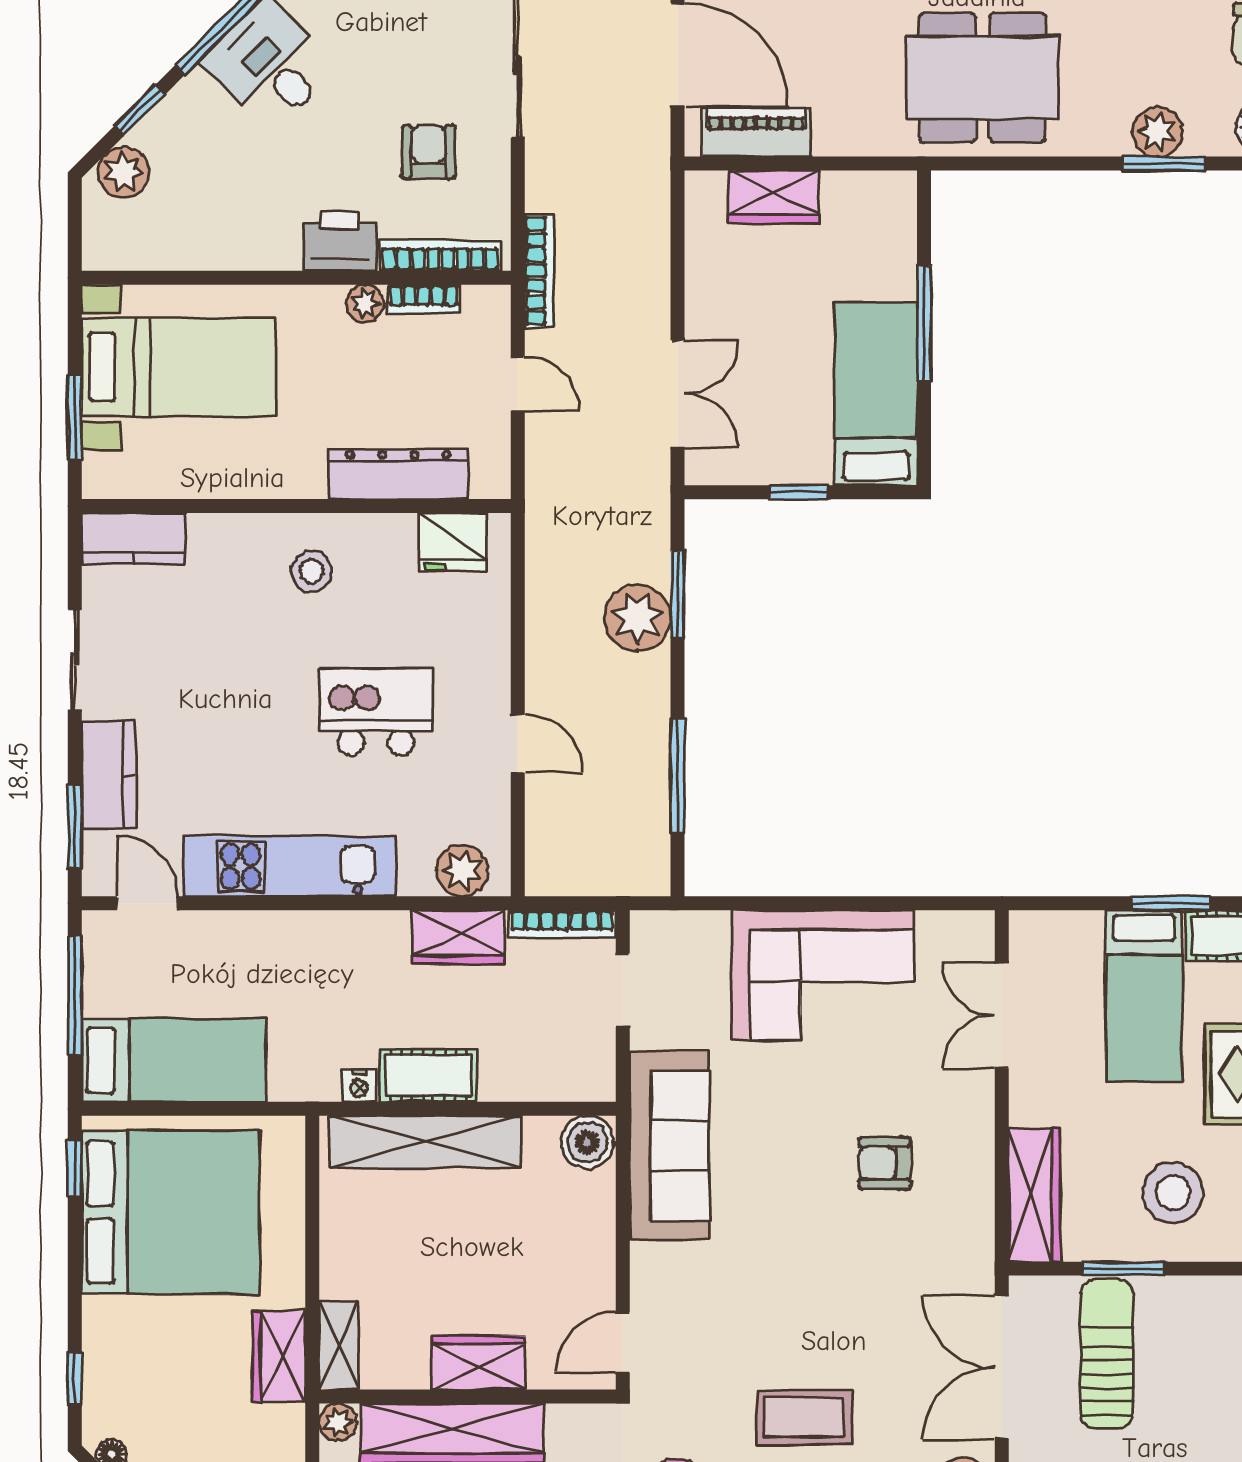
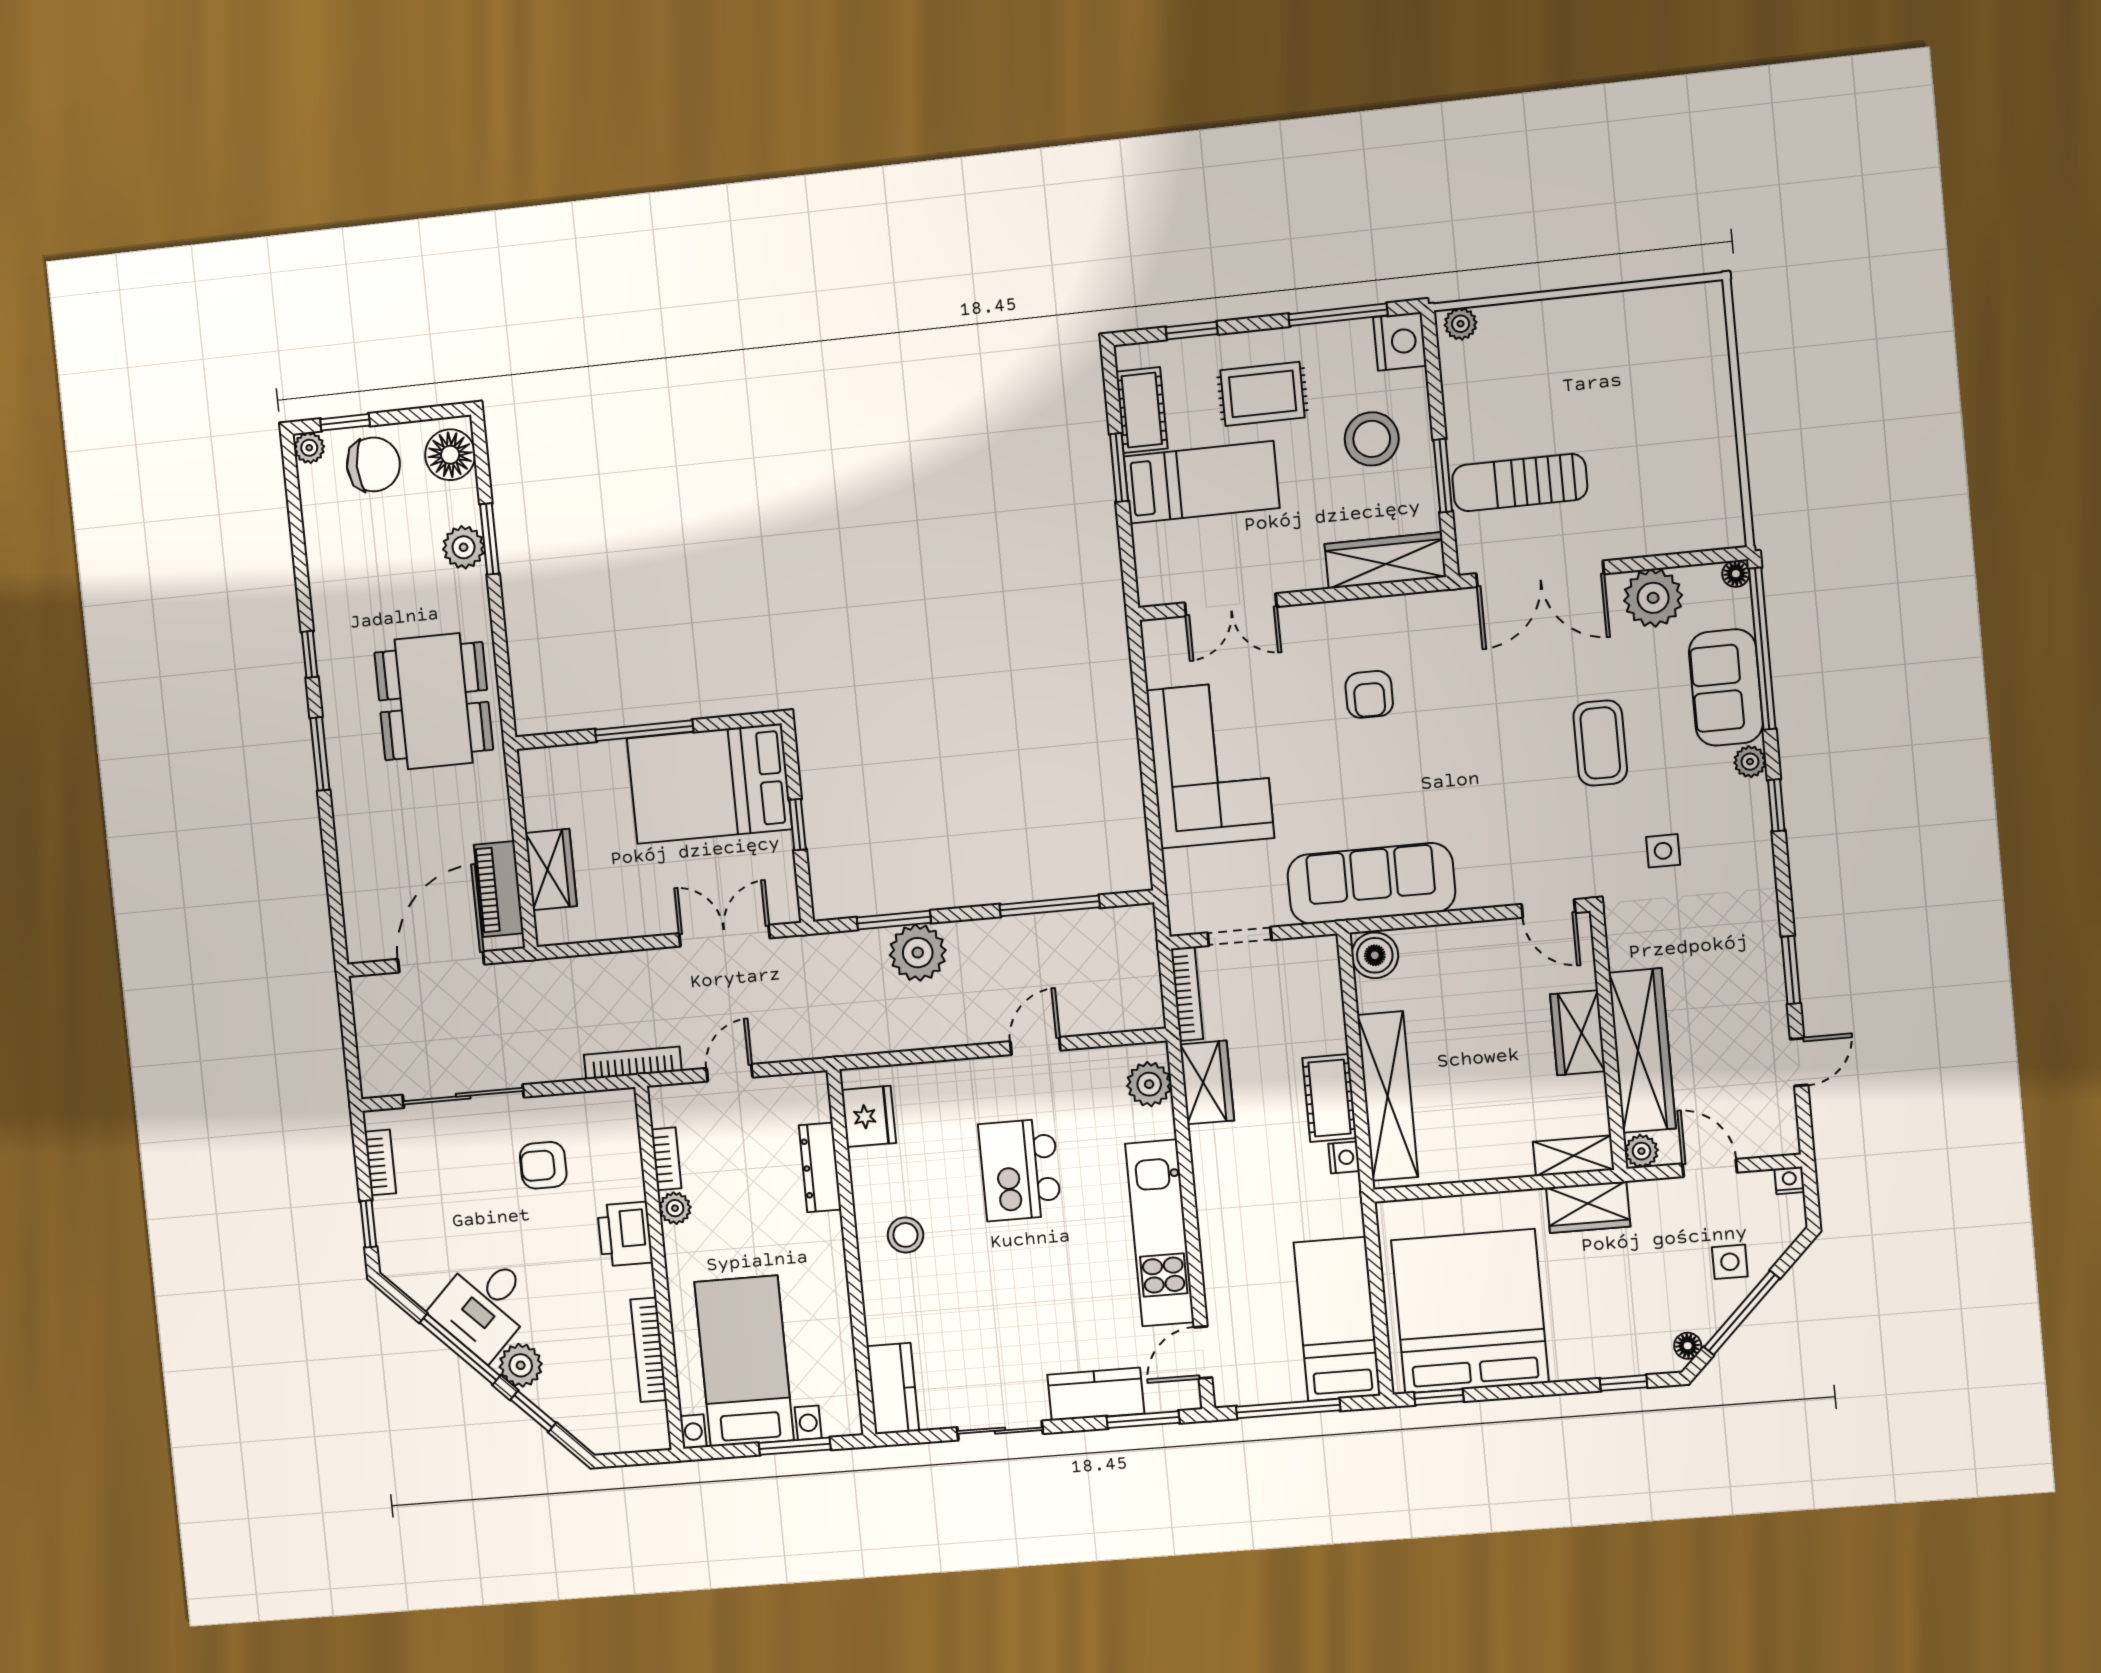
plant: (124, 172) -> (521, 1365), moved
bookcase: (440, 255) -> (649, 1350), moved
bed: (876, 394) -> (709, 784), width x1.50
dresser: (398, 474) -> (820, 1167), width x0.73, depth x0.80

